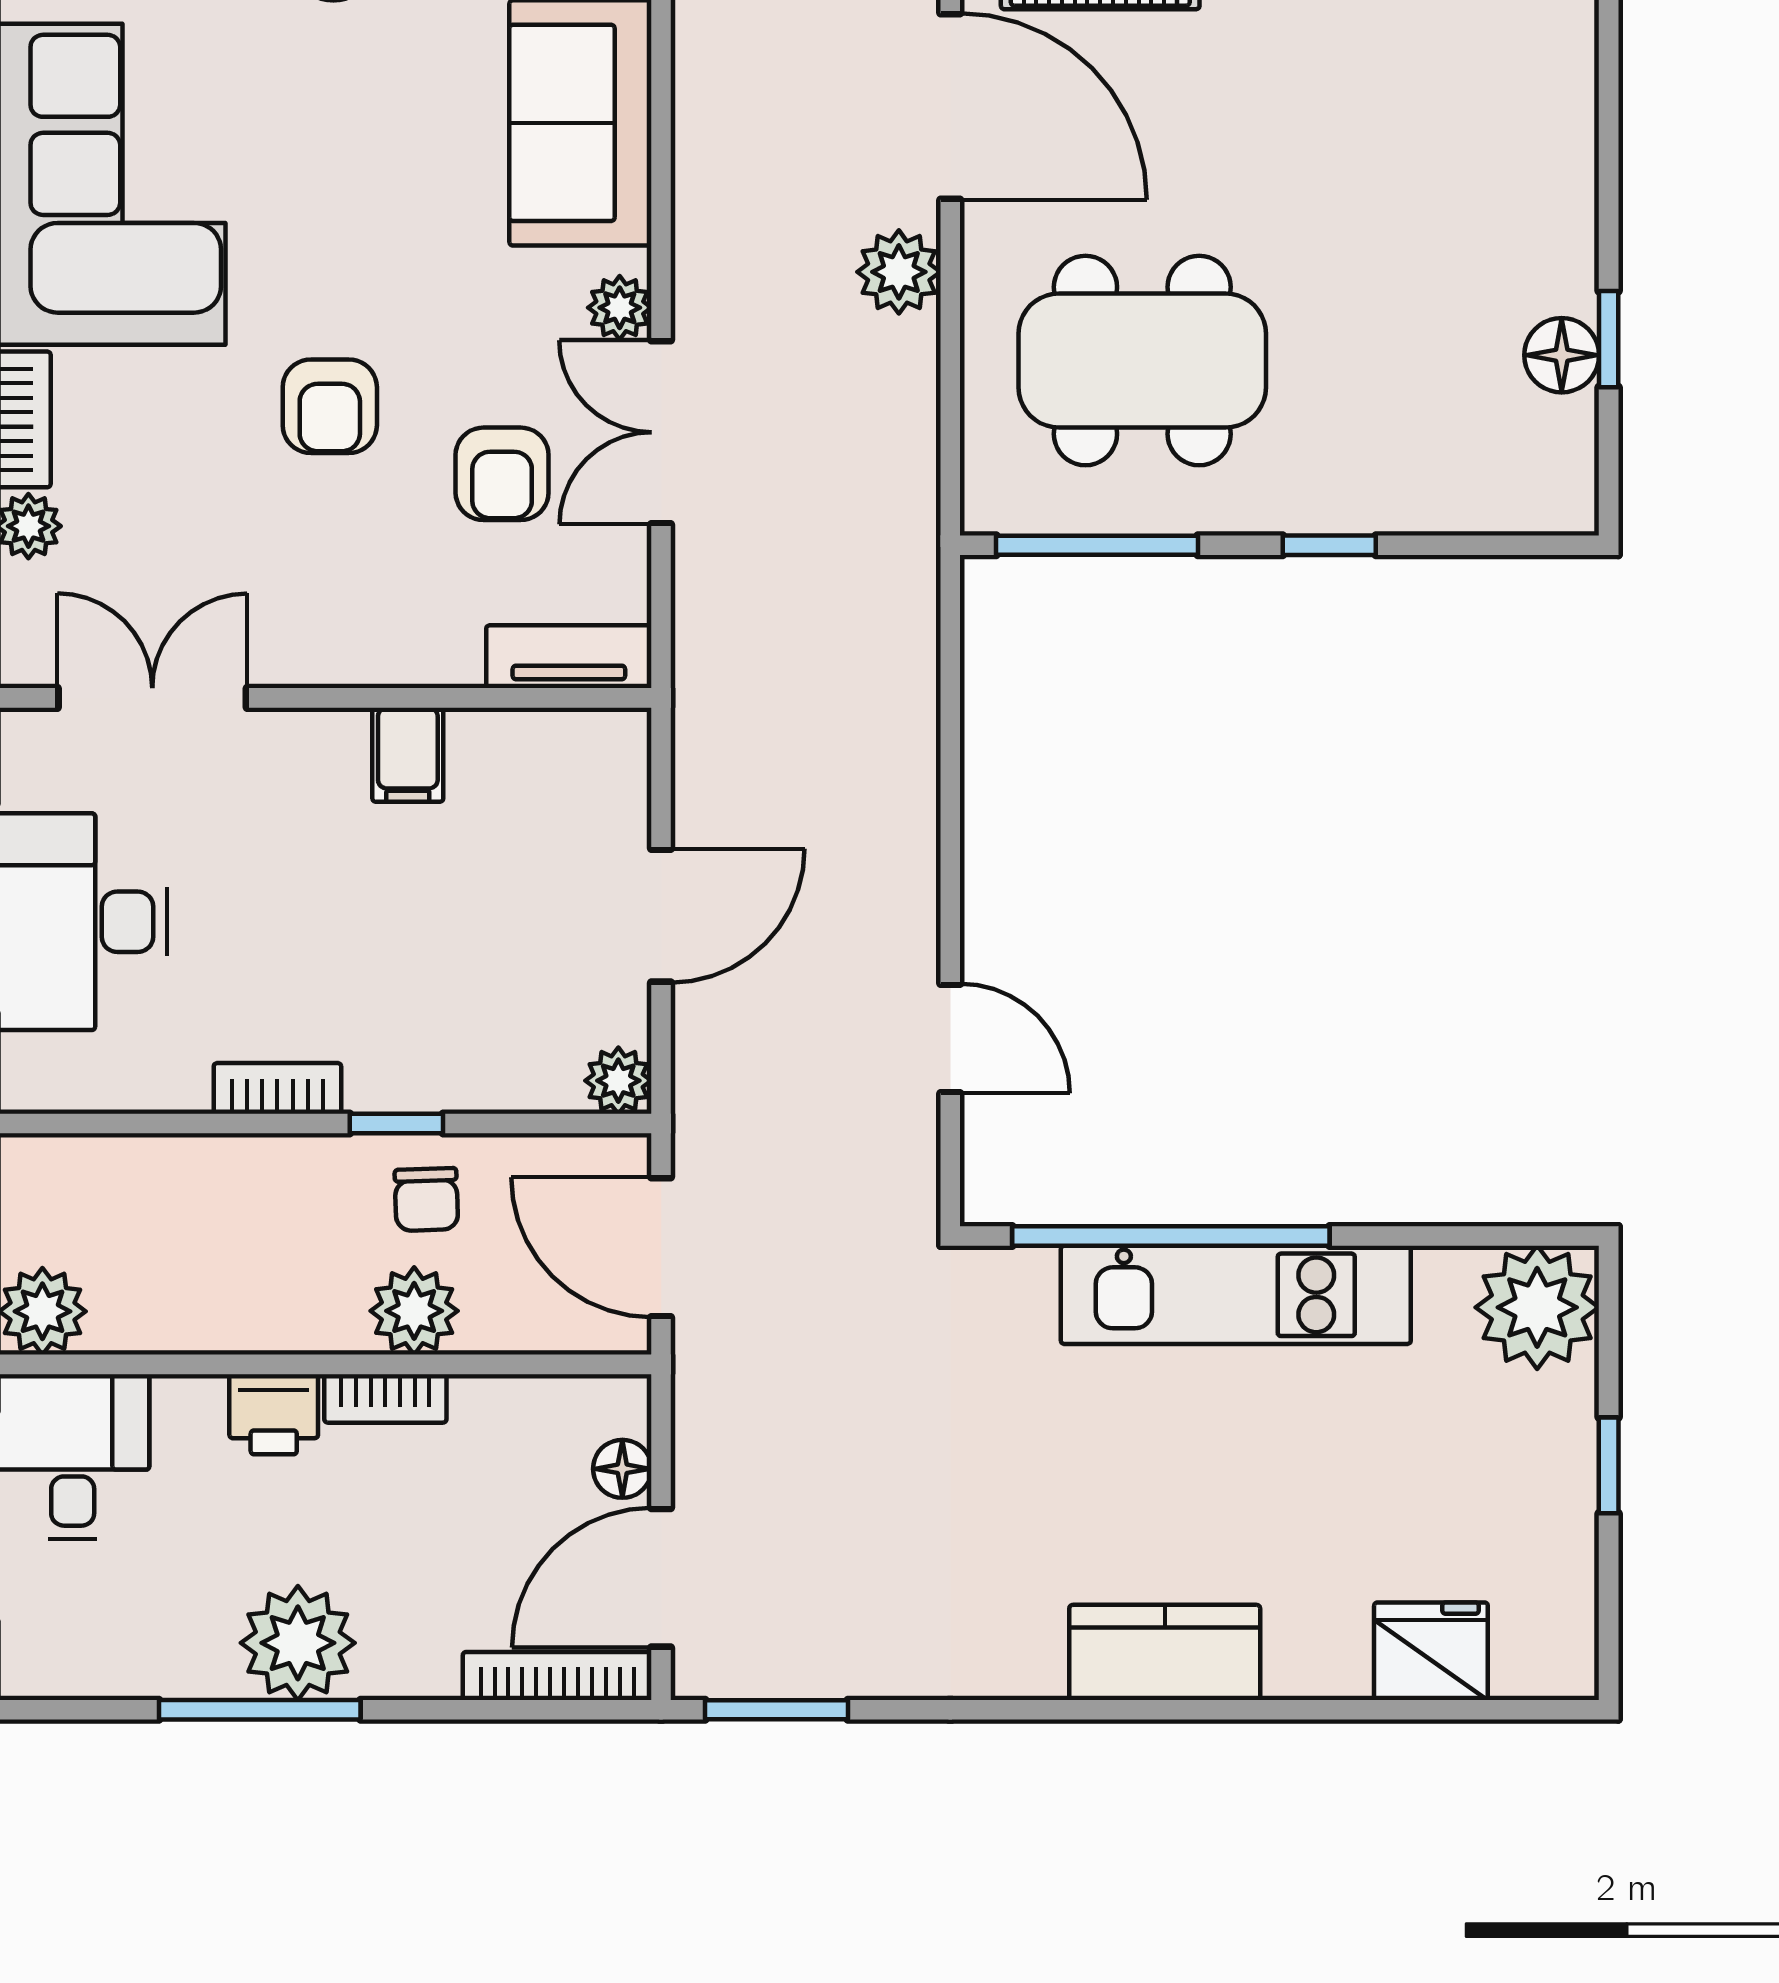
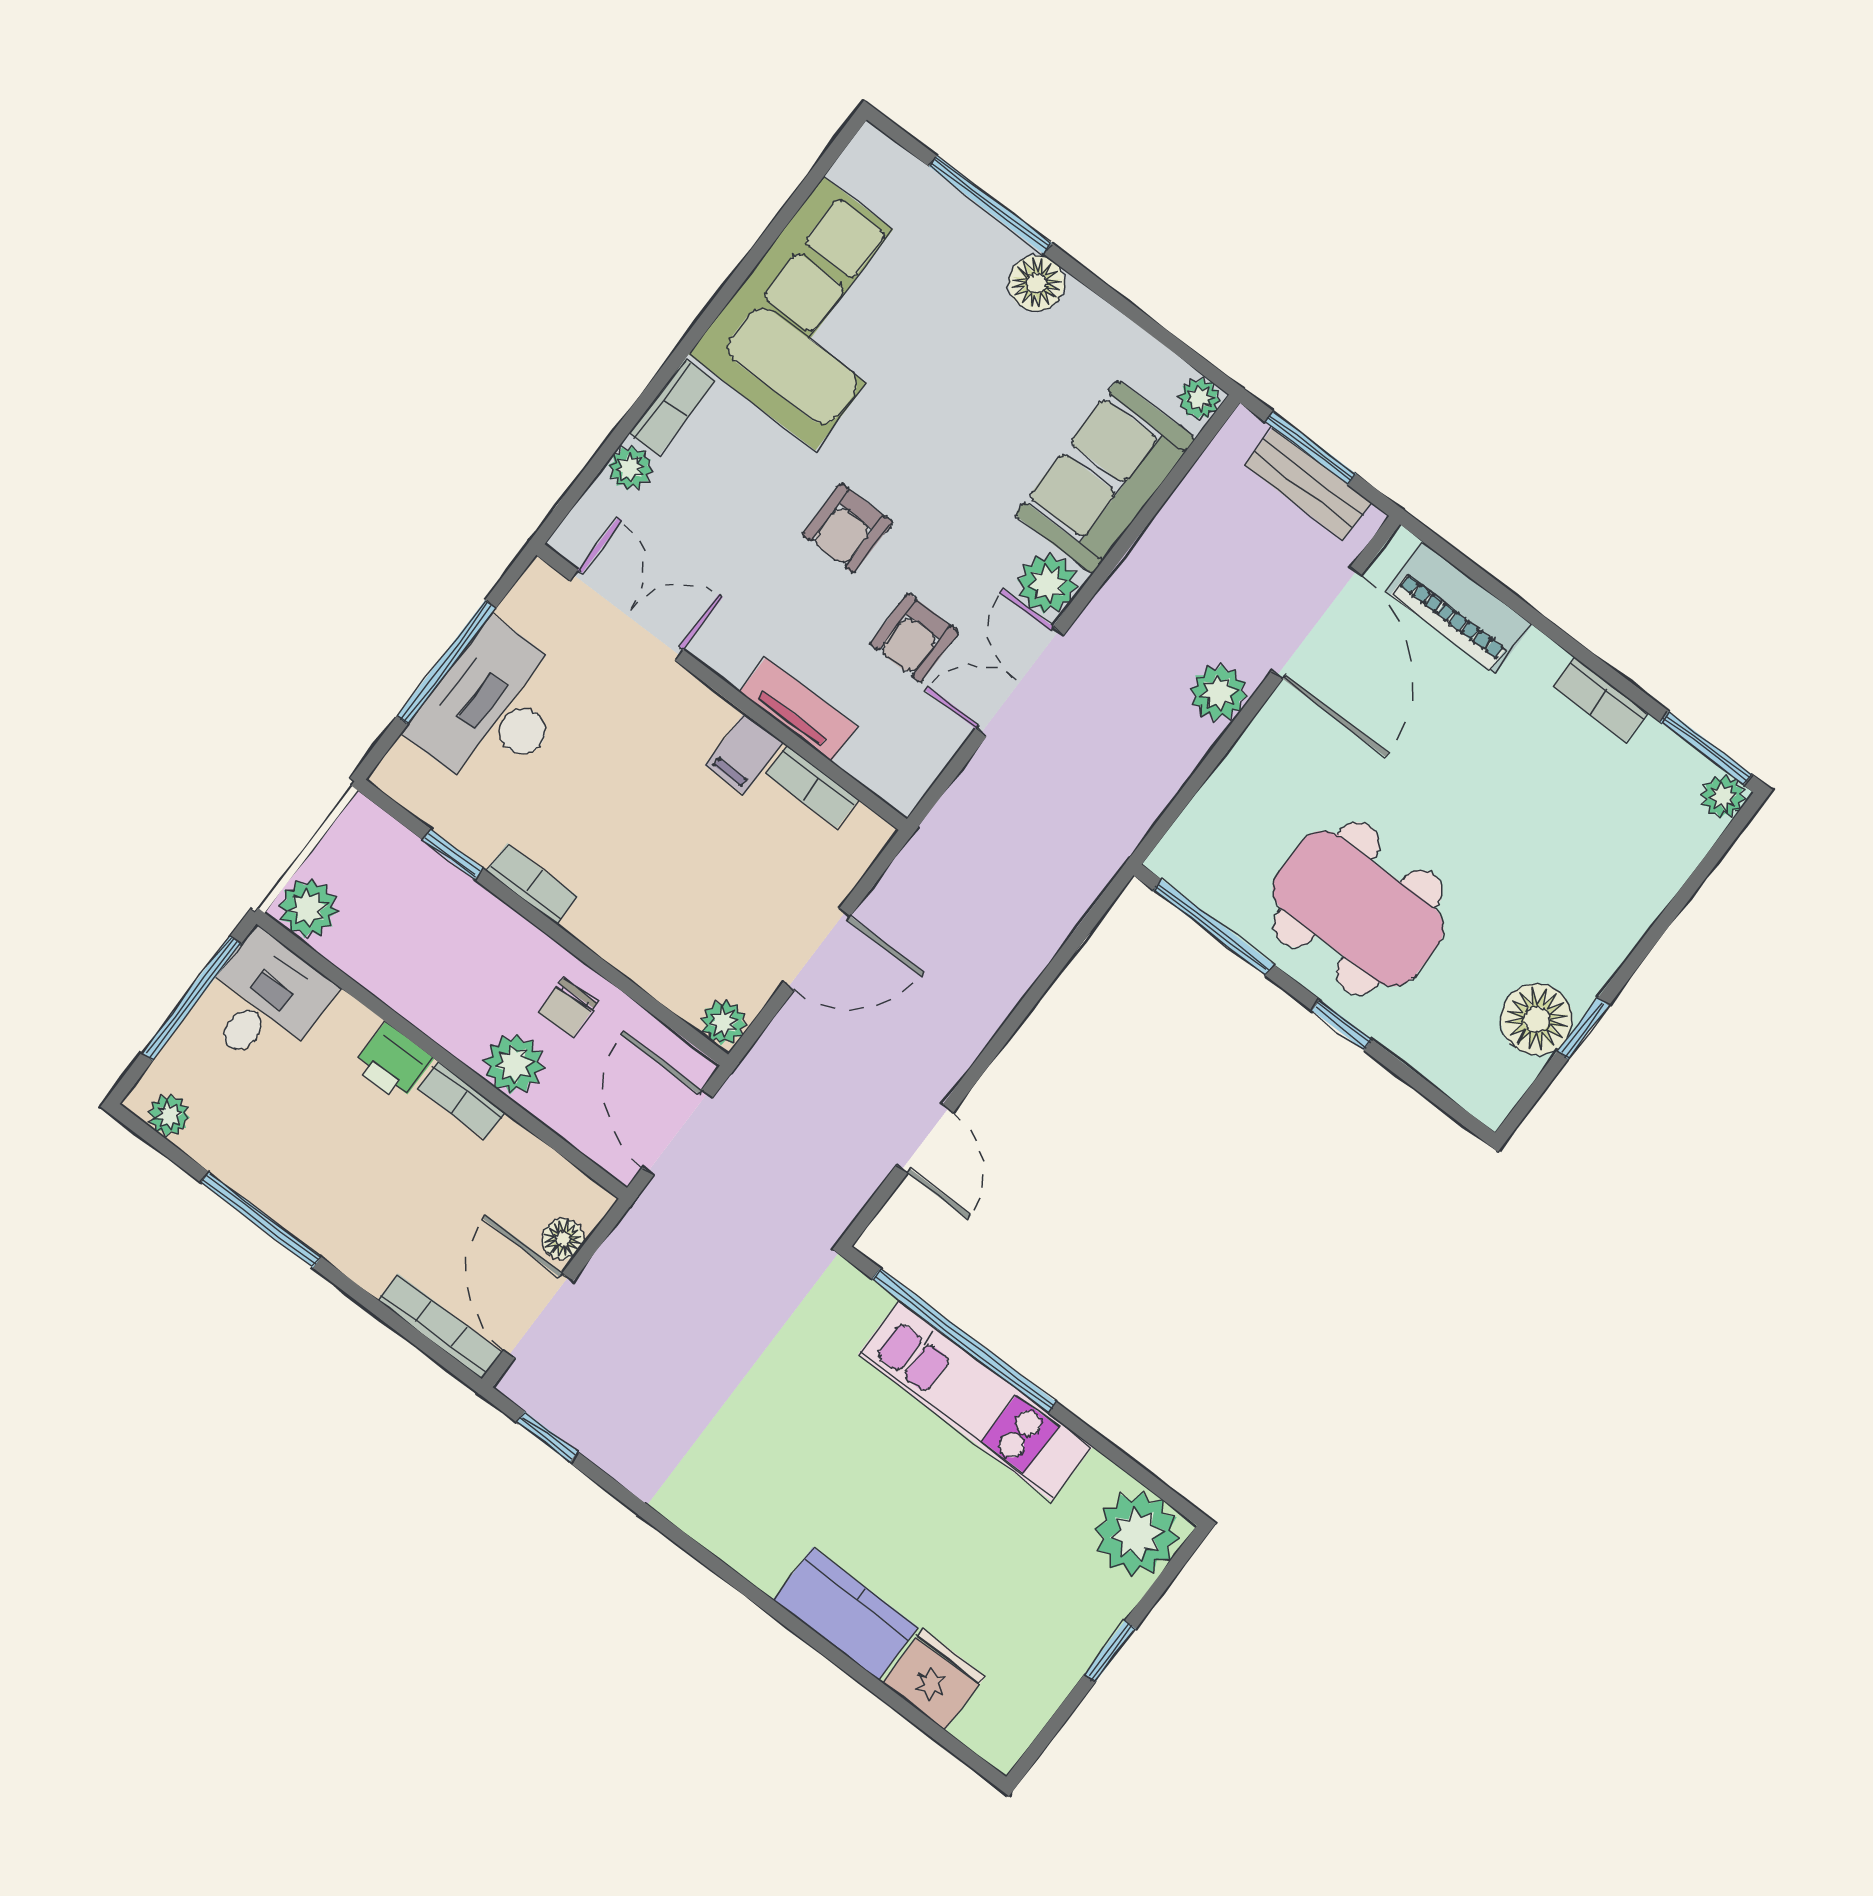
plant: (620, 308) -> (1048, 584), width x1.38, depth x1.38
floor lamp: (1562, 355) -> (1537, 1019), width x1.38, depth x1.38
dining table: (1142, 361) -> (1358, 909), moved
tv unit: (569, 657) -> (798, 709), moved
bookcase: (514, 733) -> (812, 787), added
window: (396, 1123) -> (453, 854), moved
door: (661, 1578) -> (539, 1316), hinge flipped
plant: (298, 1643) -> (169, 1115), moved, width x0.53, depth x0.53
kitchen counter: (1165, 1652) -> (846, 1614), moved
window: (777, 1710) -> (547, 1437), width x0.67

